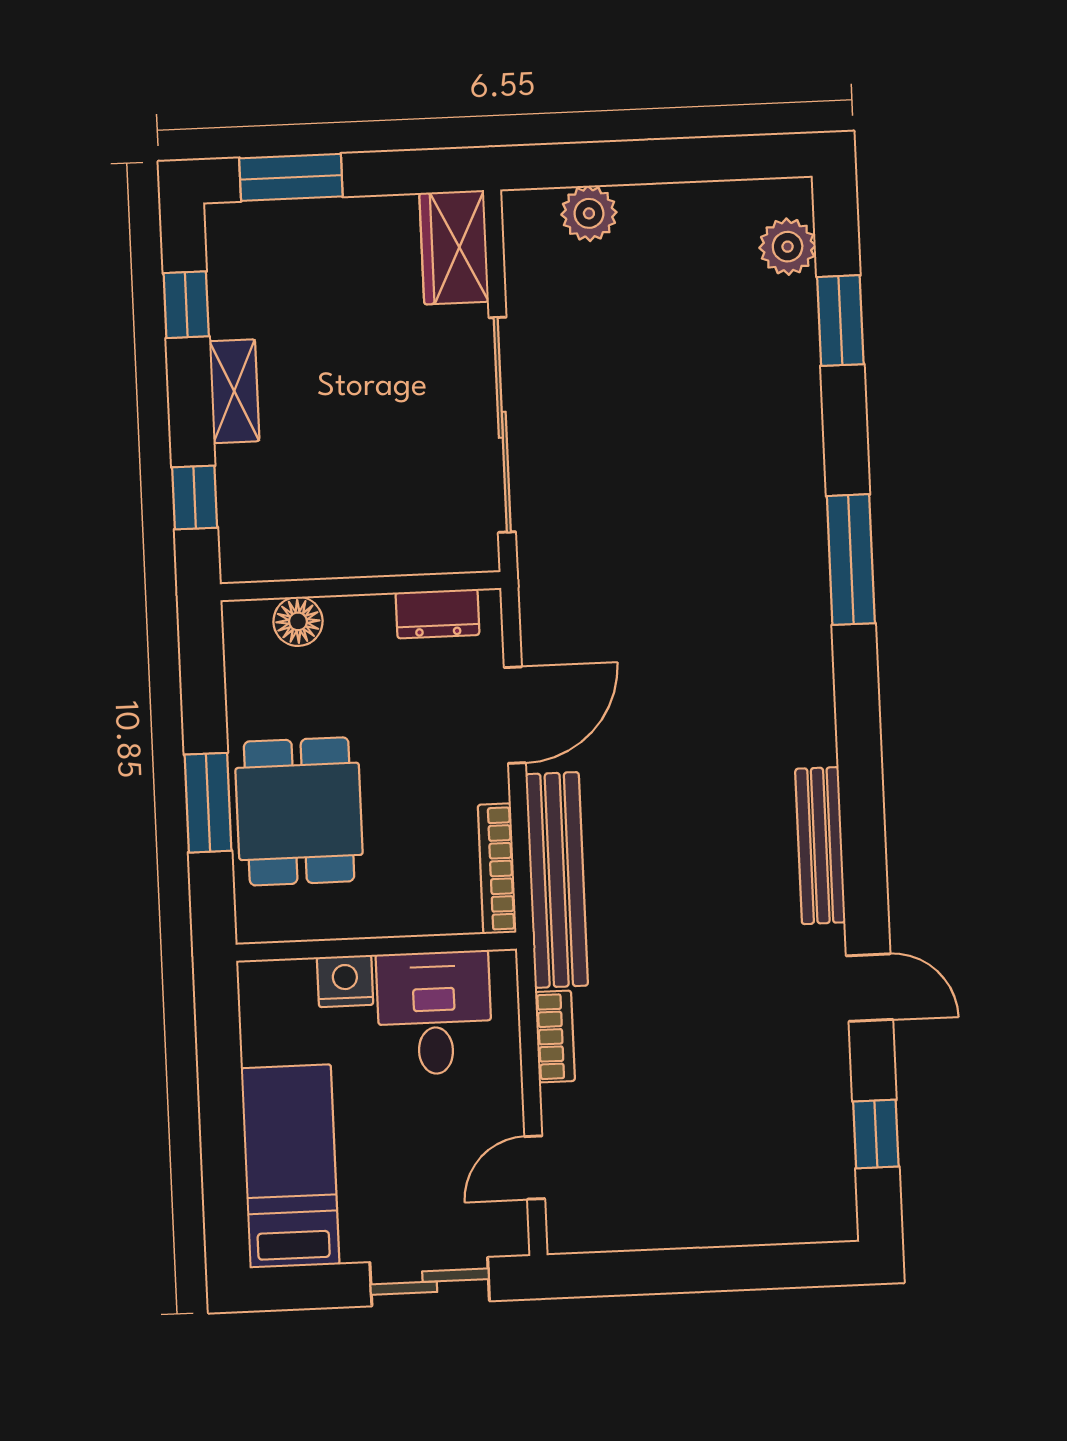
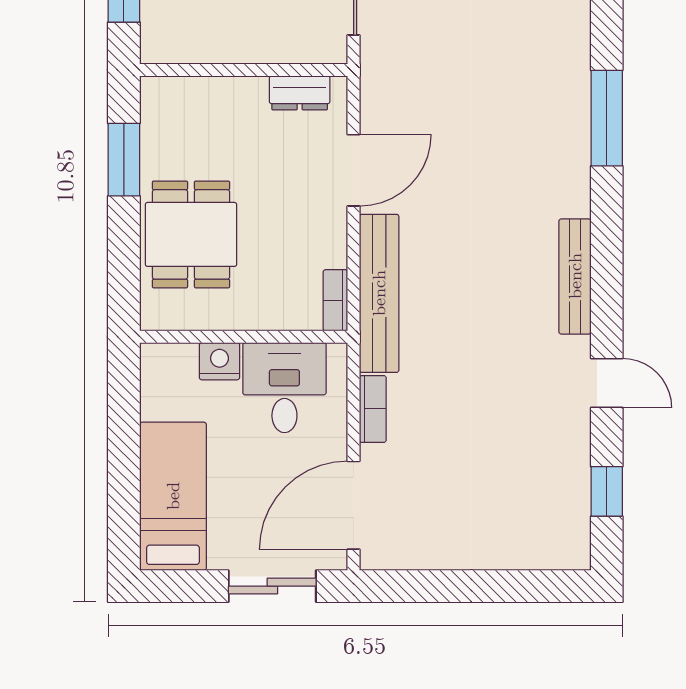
window: (851, 560) -> (607, 118), moved
floor lamp: (298, 621) -> (196, 94), removed
window: (208, 803) -> (124, 160), moved
bookcase: (497, 869) -> (335, 300), width x0.64
door: (535, 1168) -> (354, 505), width x1.88

